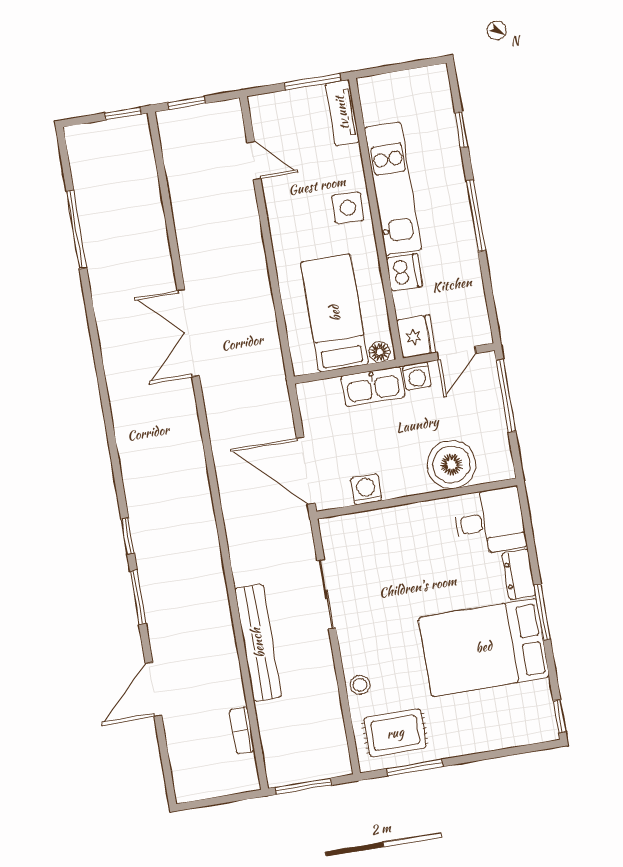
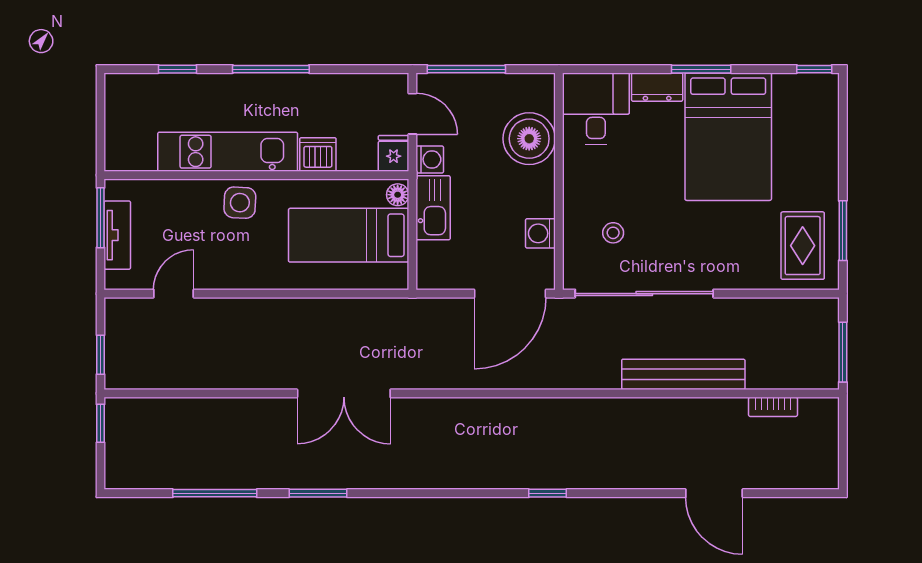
tv unit: (342, 113) -> (117, 235), moved, turned -90
fridge: (416, 336) -> (394, 153), width x0.72
sliding door: (326, 594) -> (644, 294), width x1.86
window: (138, 597) -> (318, 493), moved
stool: (360, 685) -> (613, 233), moved

